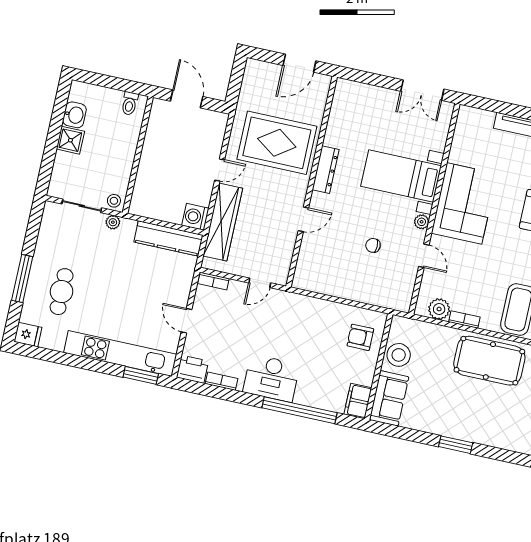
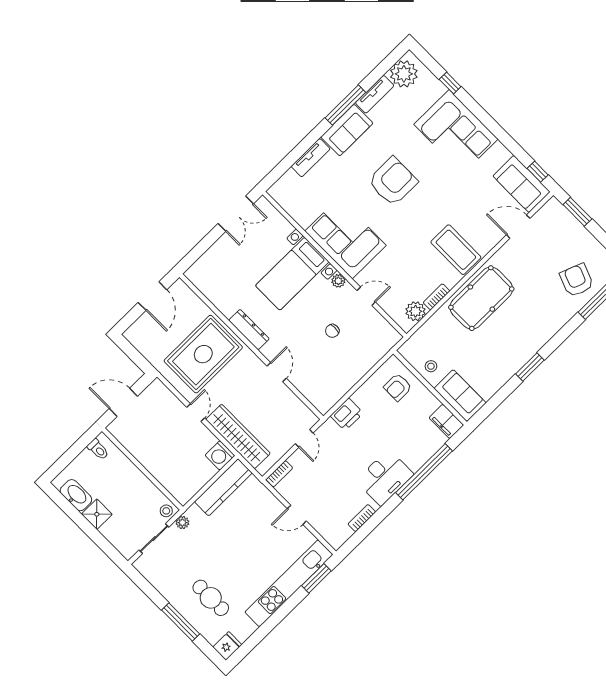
washbasin: (74, 115) -> (76, 495), width x1.38
stool: (399, 355) -> (431, 366), width x0.53, depth x0.53
printer: (192, 369) -> (347, 414), moved, turned 180

